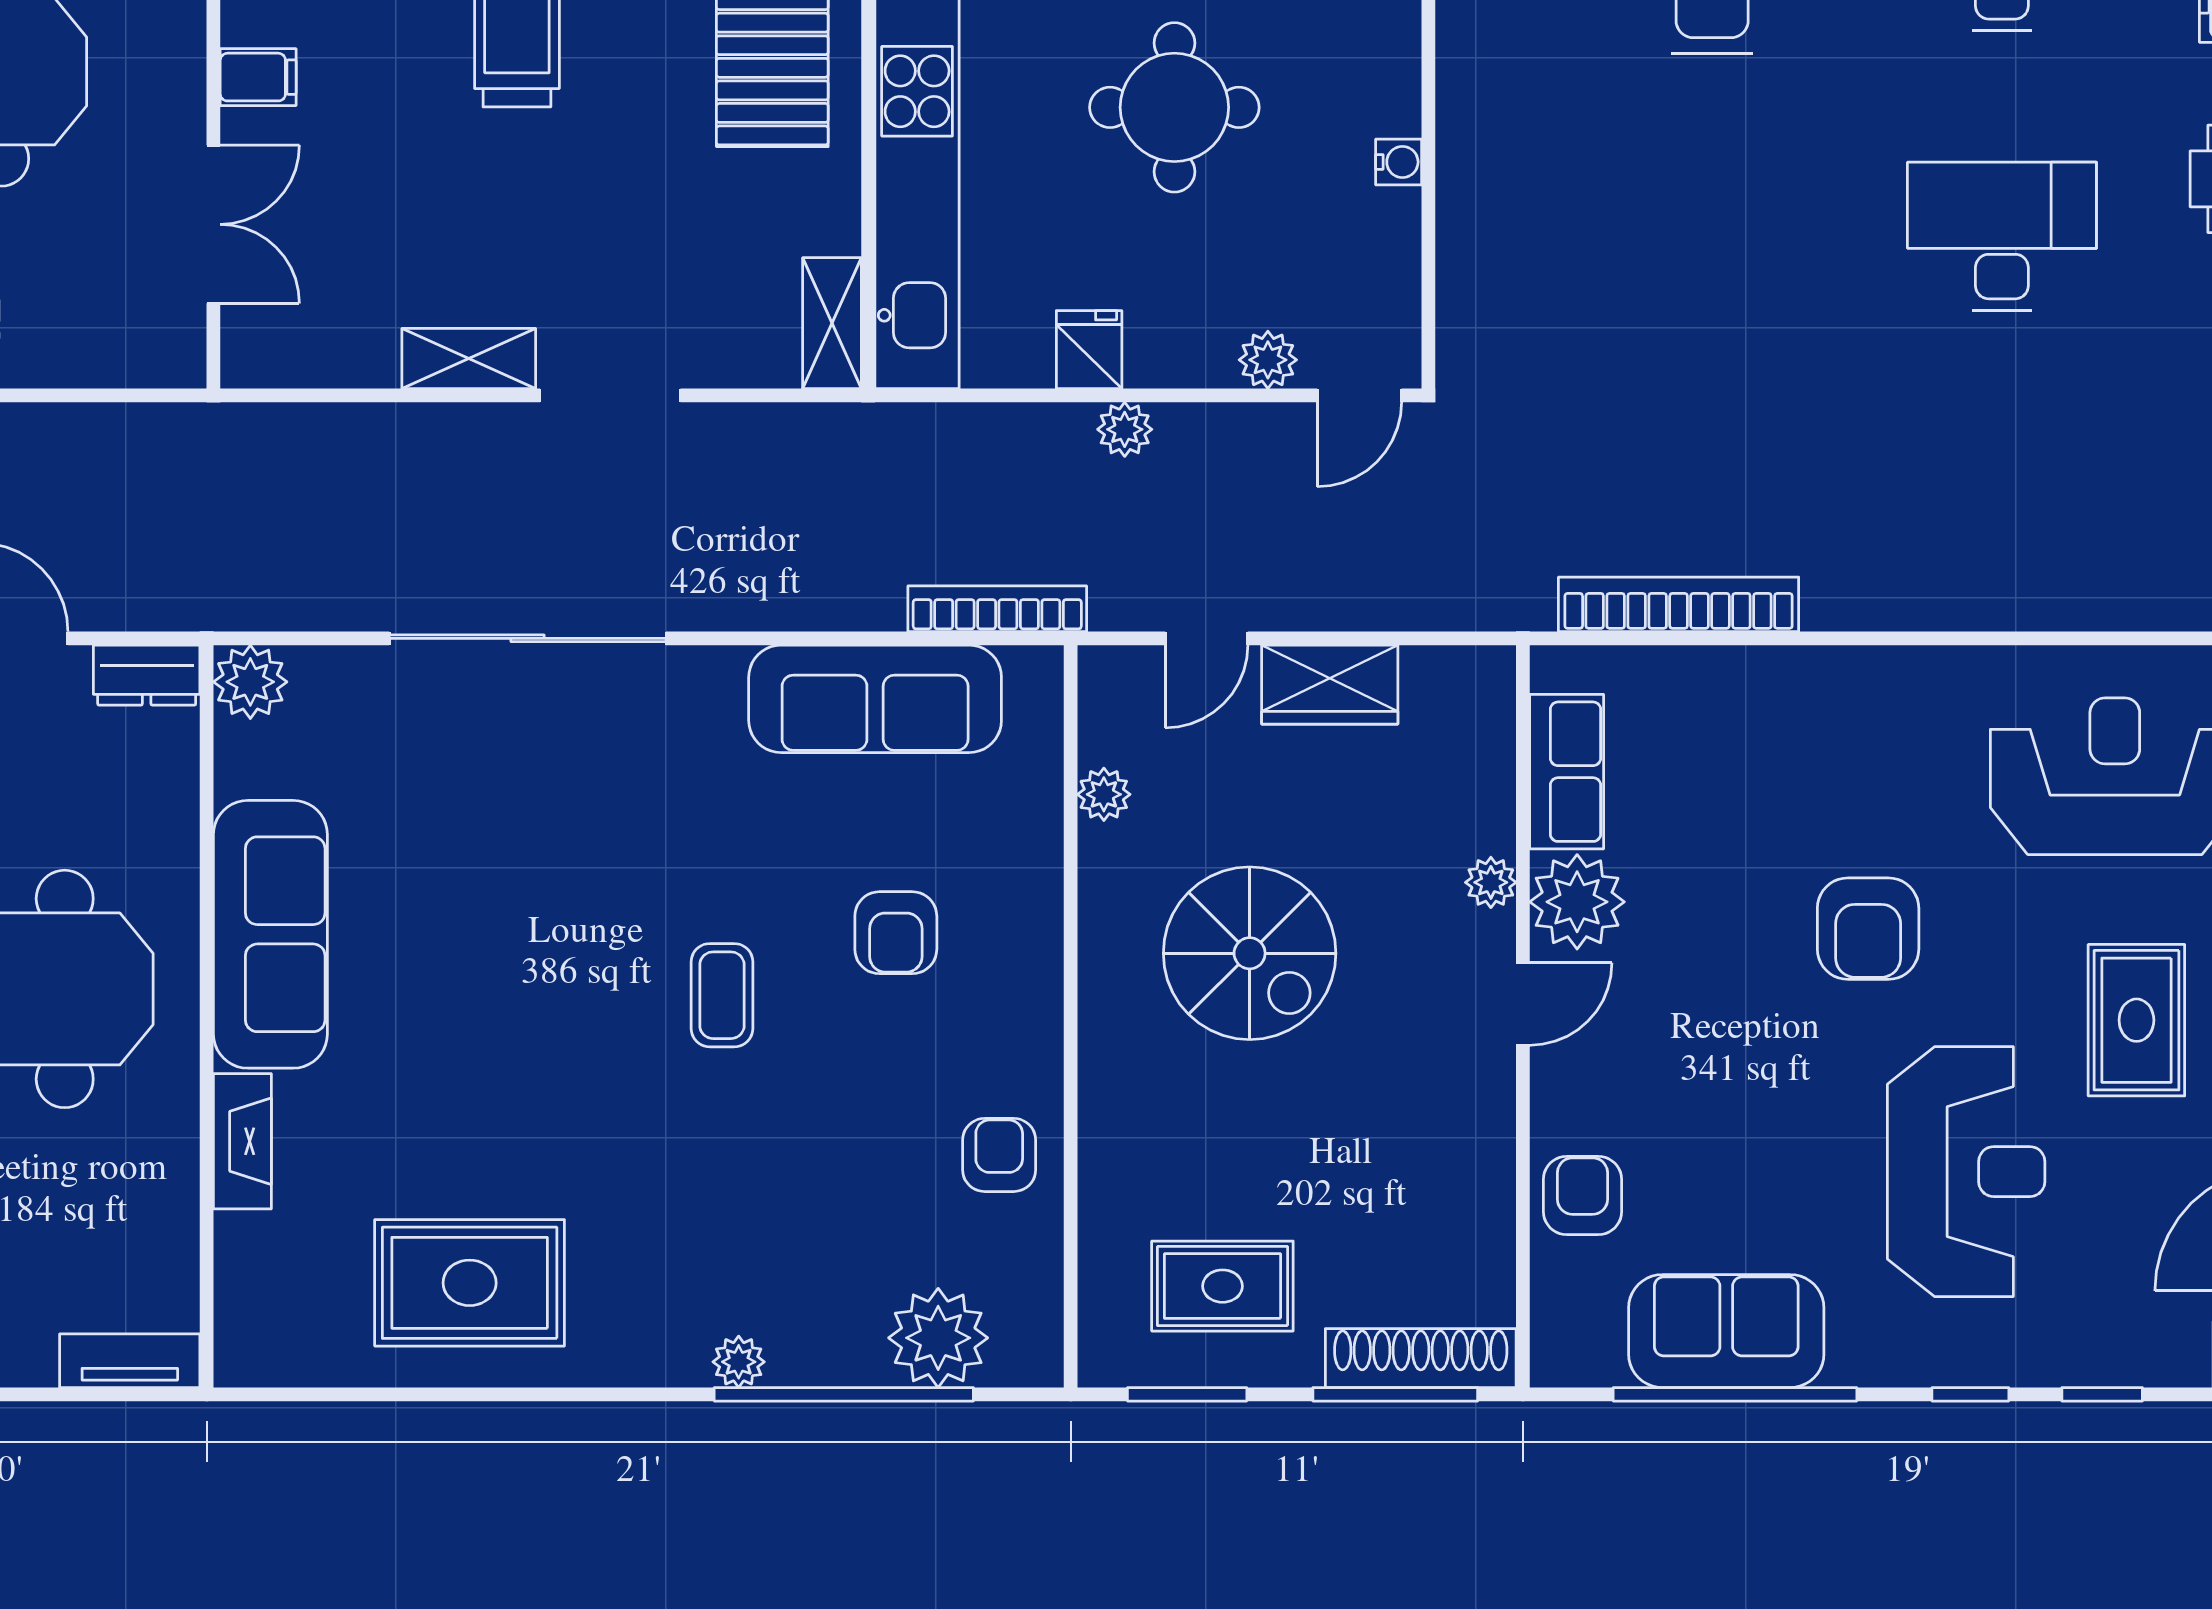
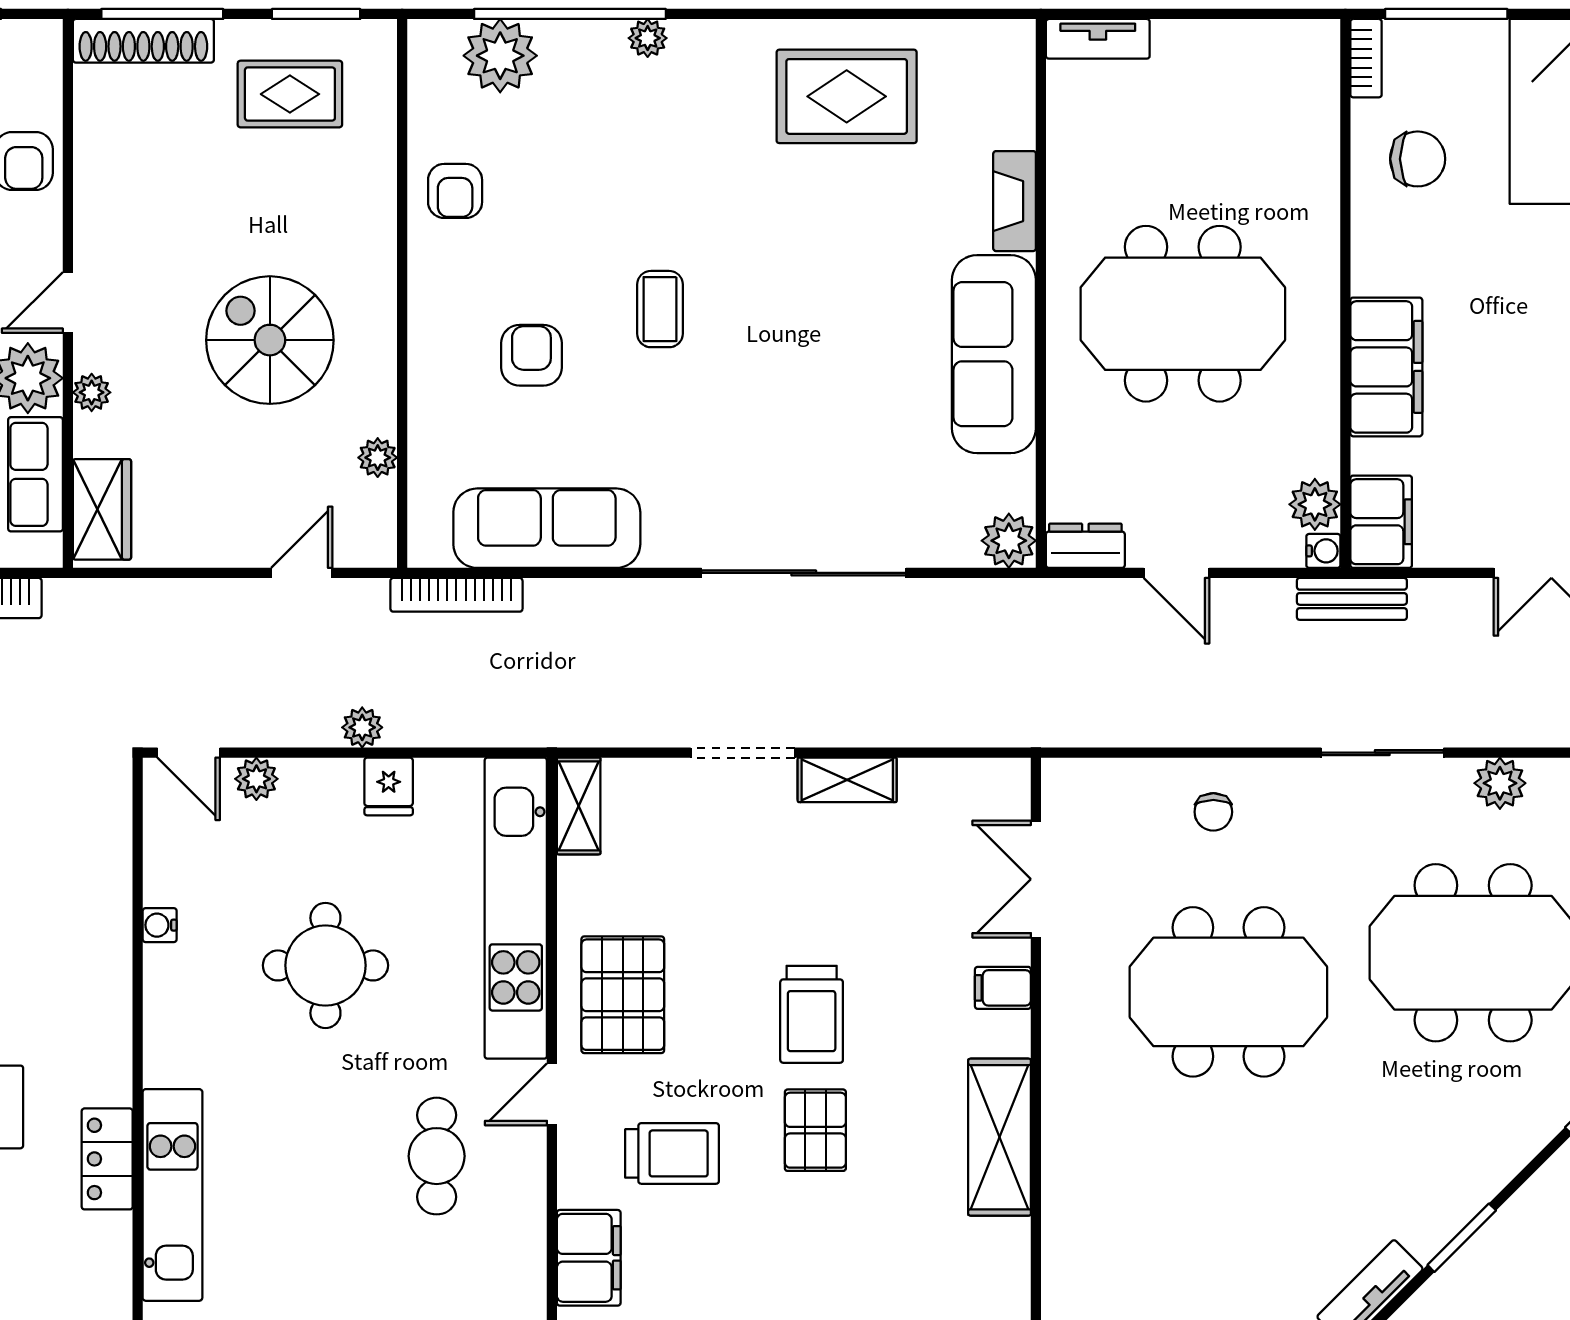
door: (1359, 395) -> (189, 753), swing flipped
wardrobe: (1330, 685) -> (102, 509), moved, turned 90

